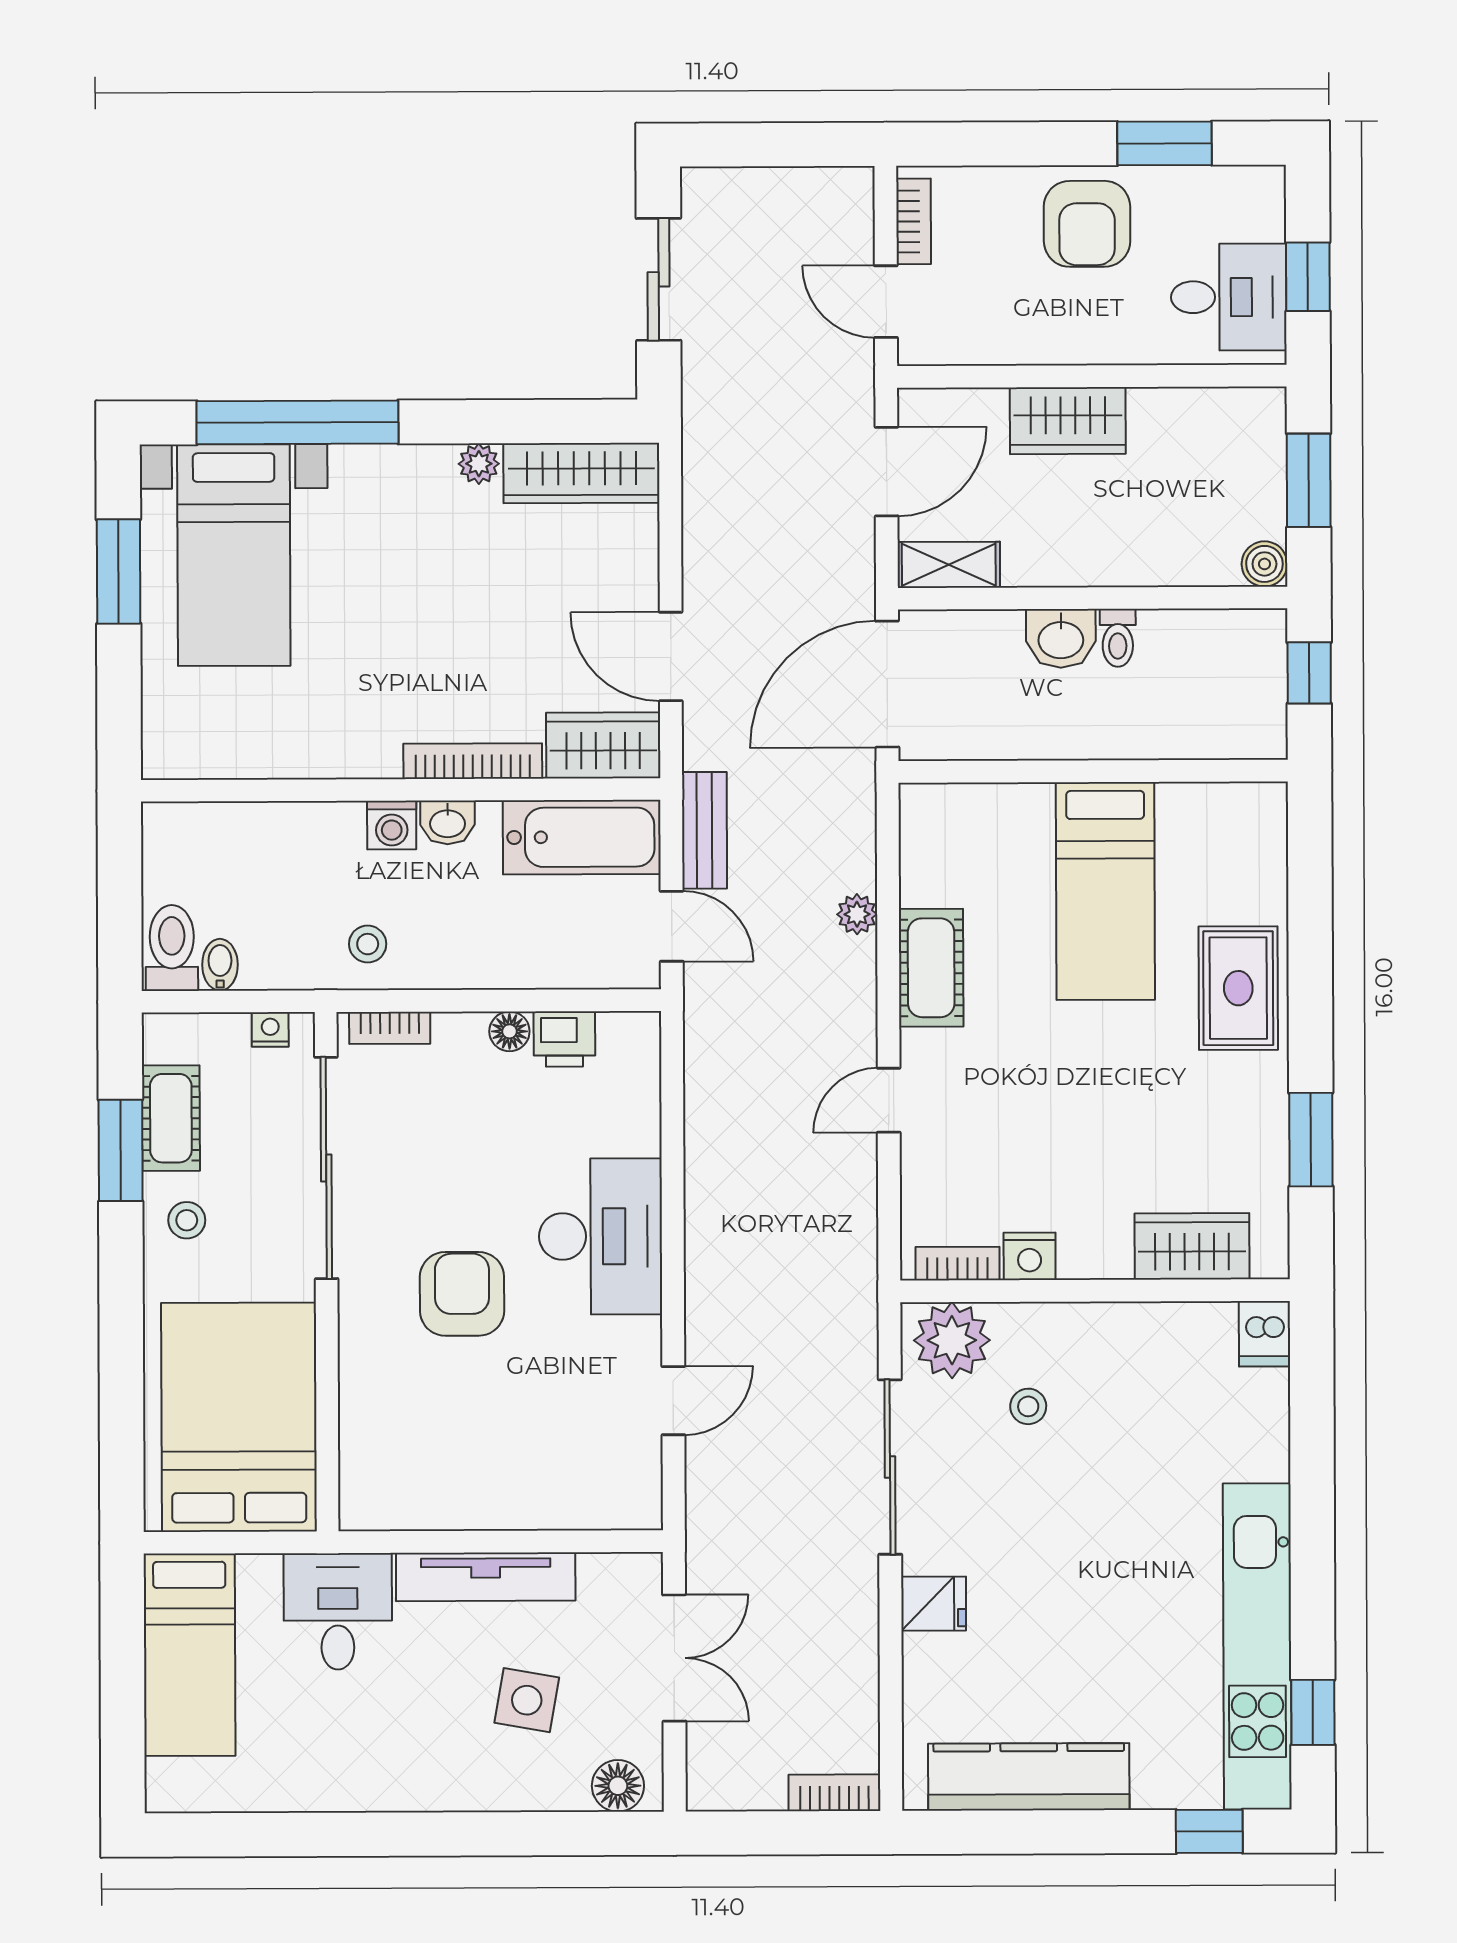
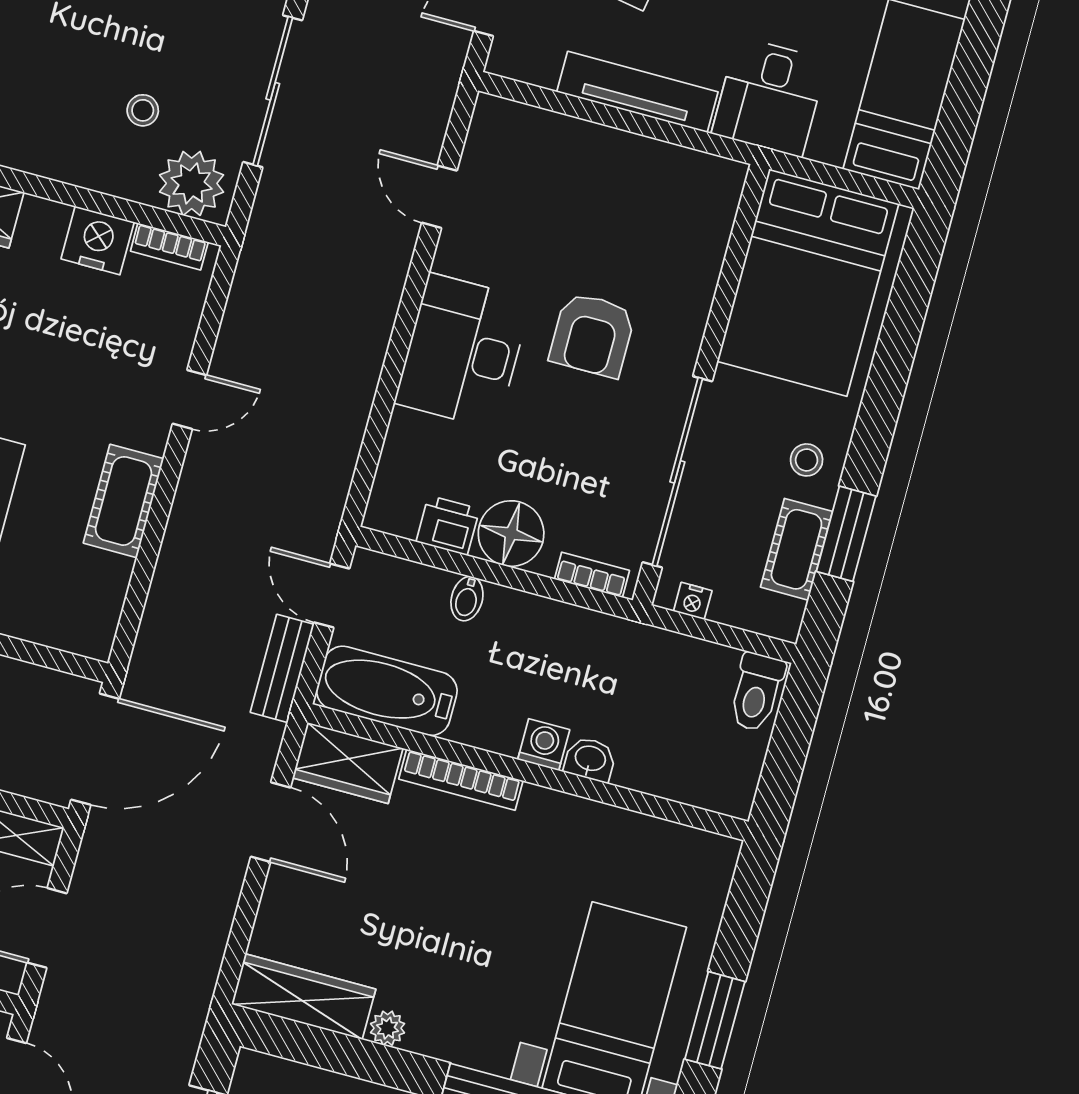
washbasin: (448, 822) -> (590, 759), moved
plant: (857, 914) -> (173, 563), removed
stool: (368, 944) -> (591, 650), removed
bidet: (220, 965) -> (467, 599), moved
floor lamp: (509, 1031) -> (511, 534), width x1.89, depth x1.89
nightstand: (1030, 1256) -> (98, 240), width x1.36, depth x1.33
door: (673, 1401) -> (439, 197), hinge flipped

